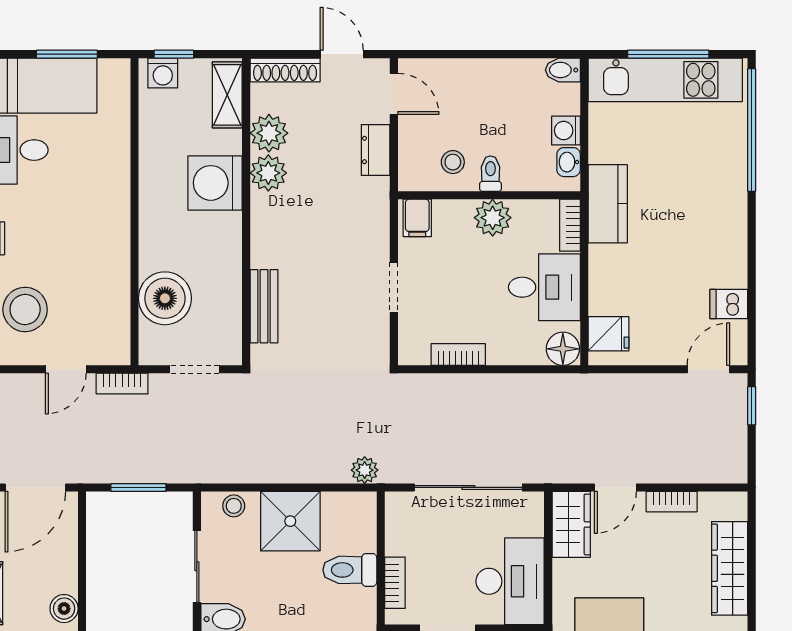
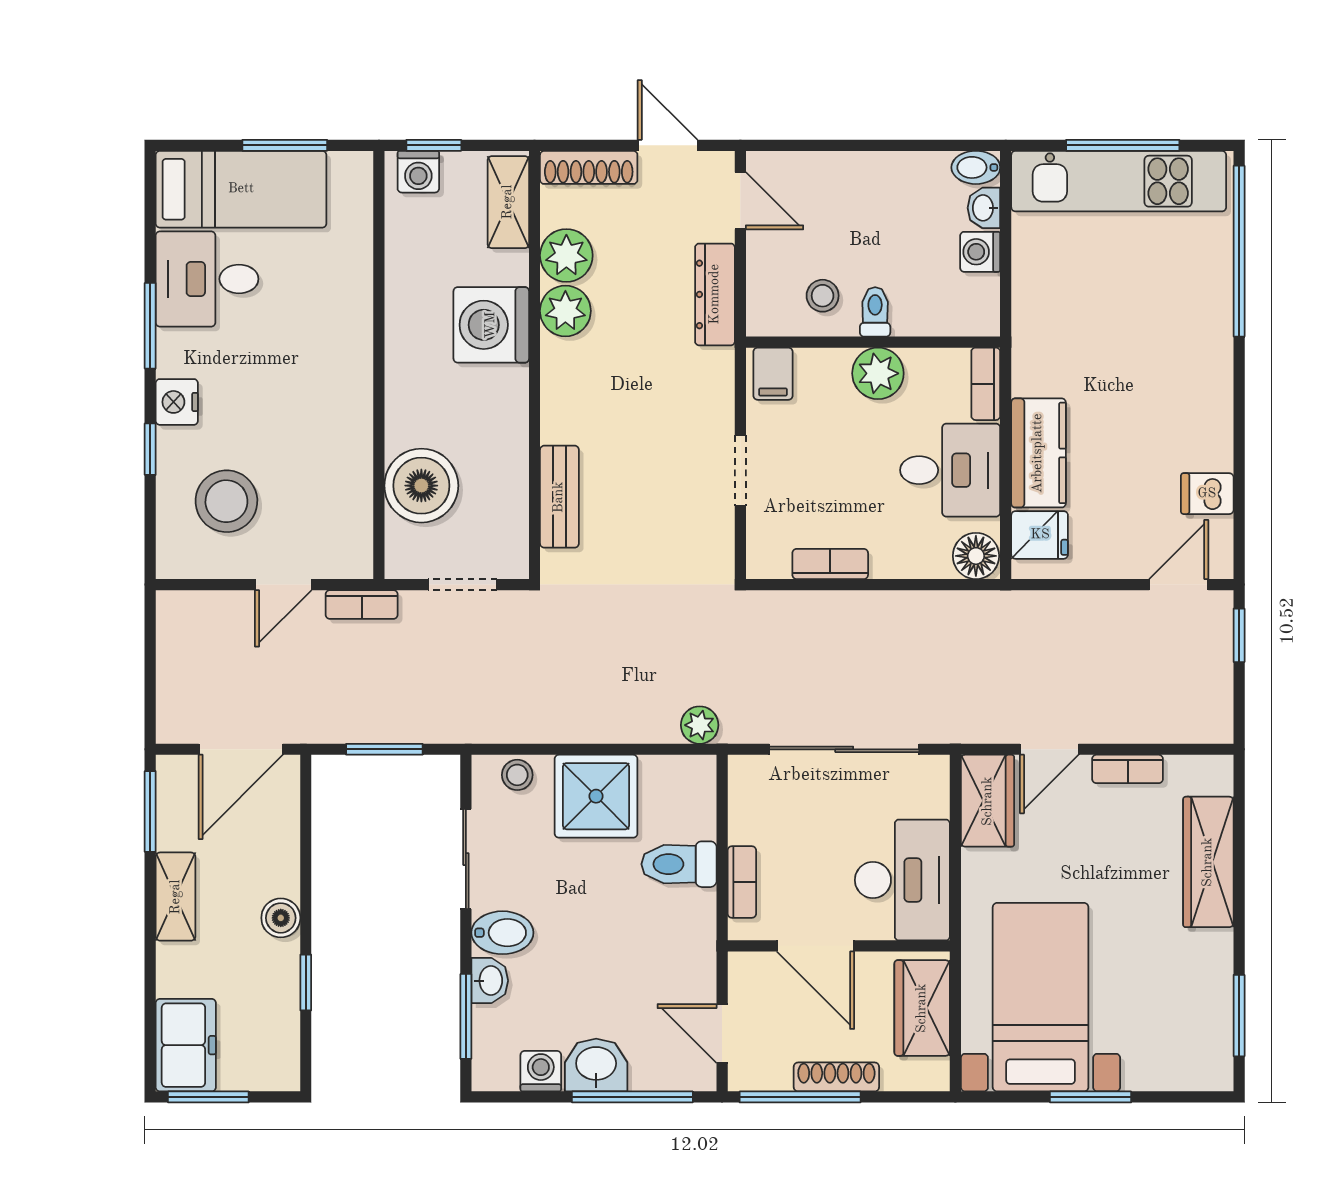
dresser: (376, 150) -> (715, 294), width x1.44
washbasin: (569, 162) -> (984, 208), moved
kitchen counter: (608, 204) -> (1038, 453), moved

